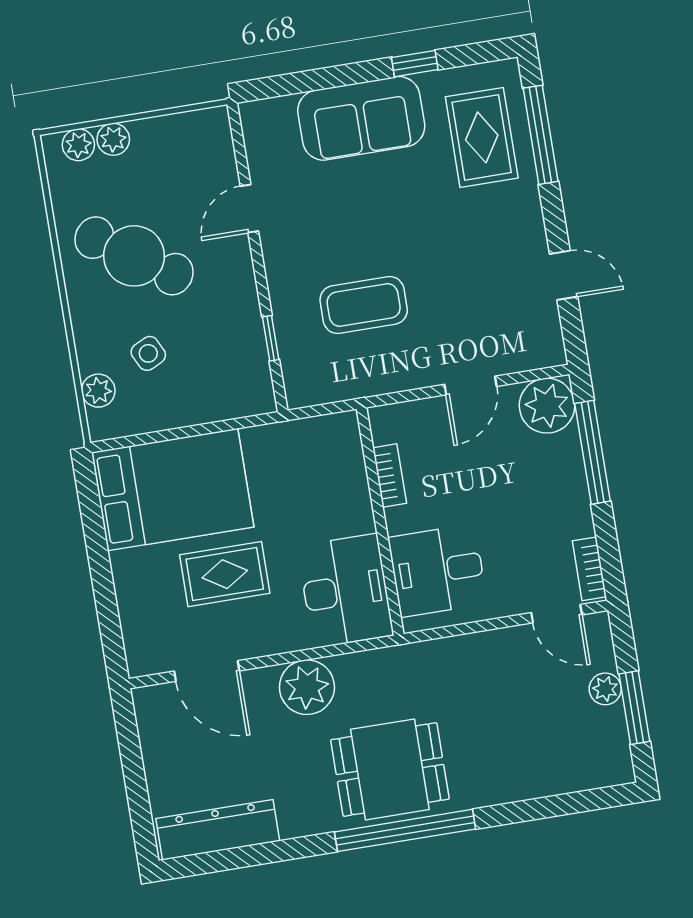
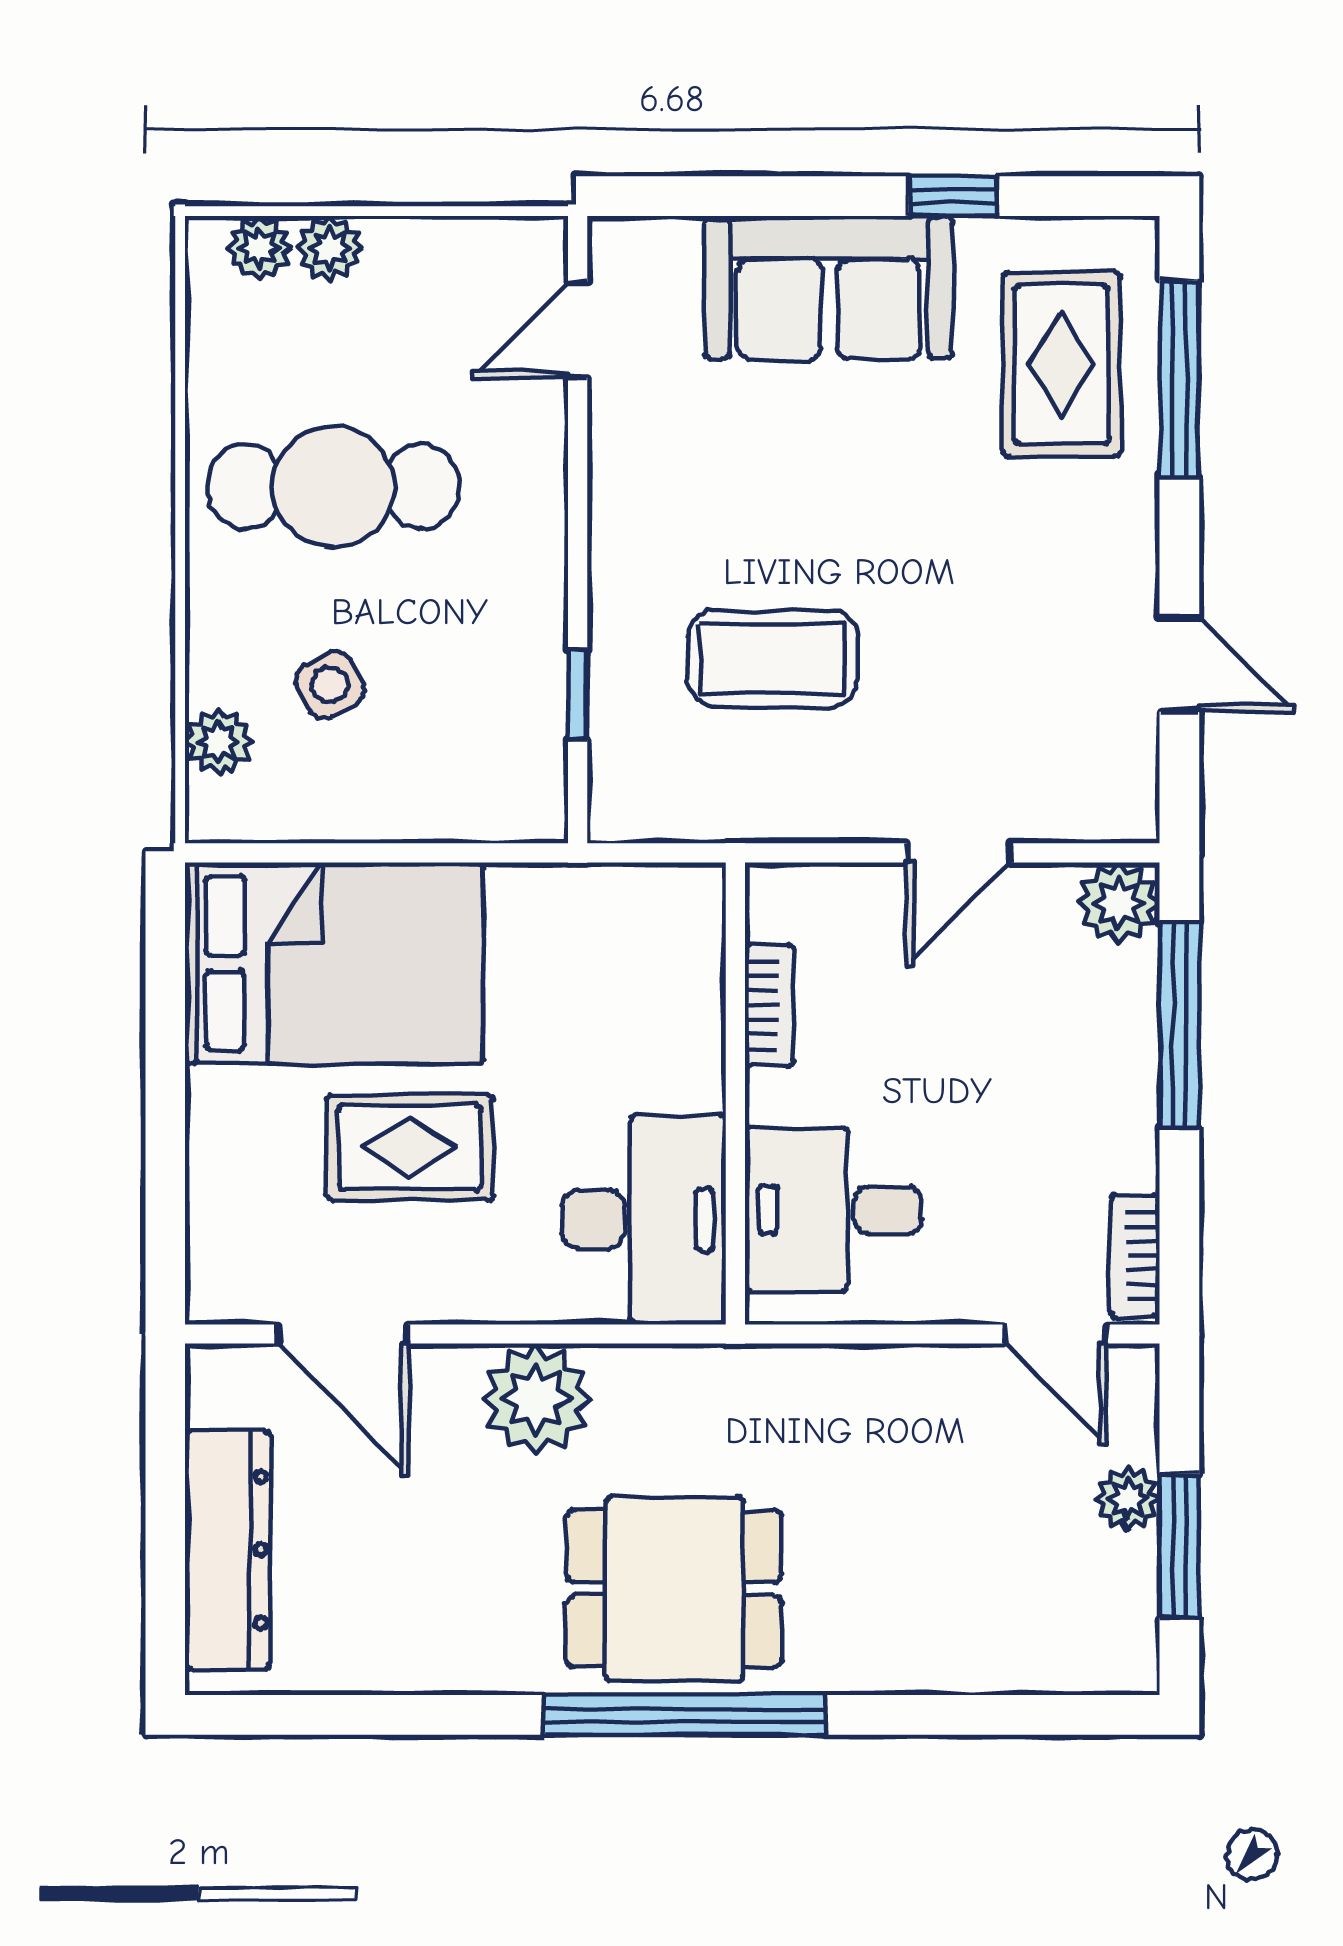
door: (249, 209) -> (578, 330), moved
cafe table: (134, 256) -> (333, 487), turned -34
plant: (547, 406) -> (1119, 903), width x0.73, depth x0.73
dresser: (218, 830) -> (228, 1550), moved, turned 90

